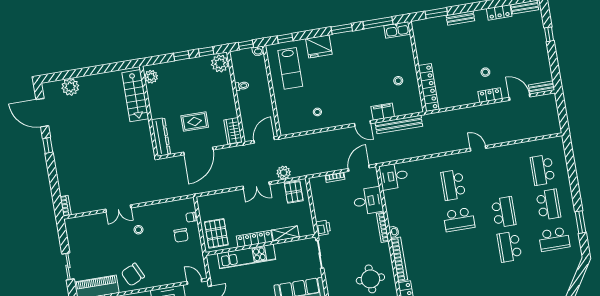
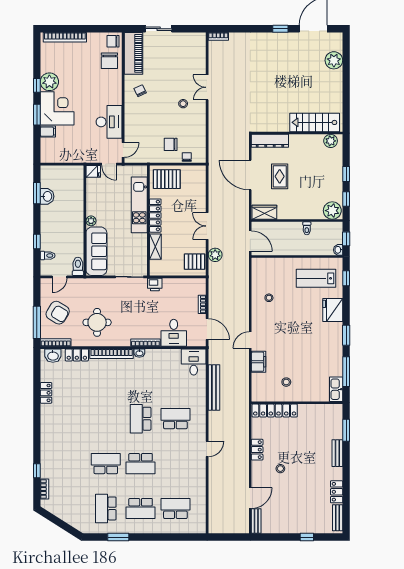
locker: (490, 95) -> (257, 450), moved
bench: (399, 124) -> (214, 387), moved
chair: (133, 275) -> (140, 91), width x0.54, depth x0.54

